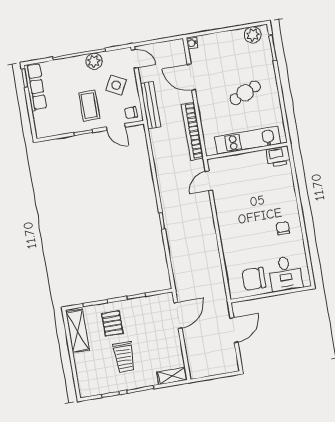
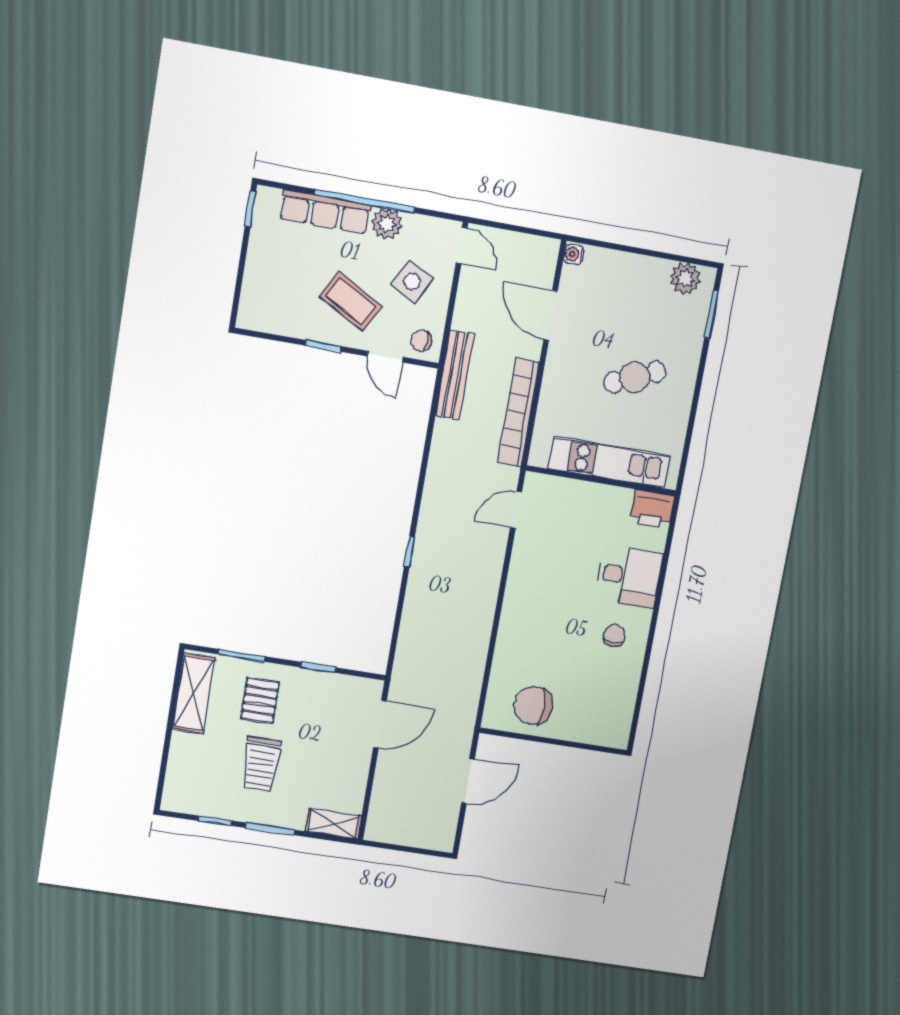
row of seats: (35, 87) -> (325, 212), moved, turned 90
bench: (150, 105) -> (455, 375), moved
coffee table: (89, 106) -> (351, 301), turned -61
desk: (285, 274) -> (629, 576), moved, turned -90

